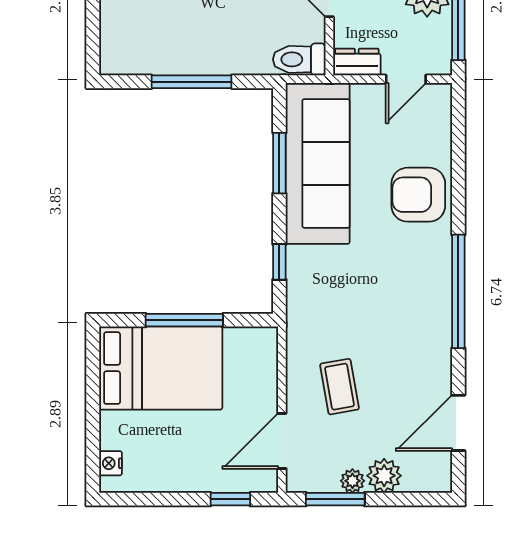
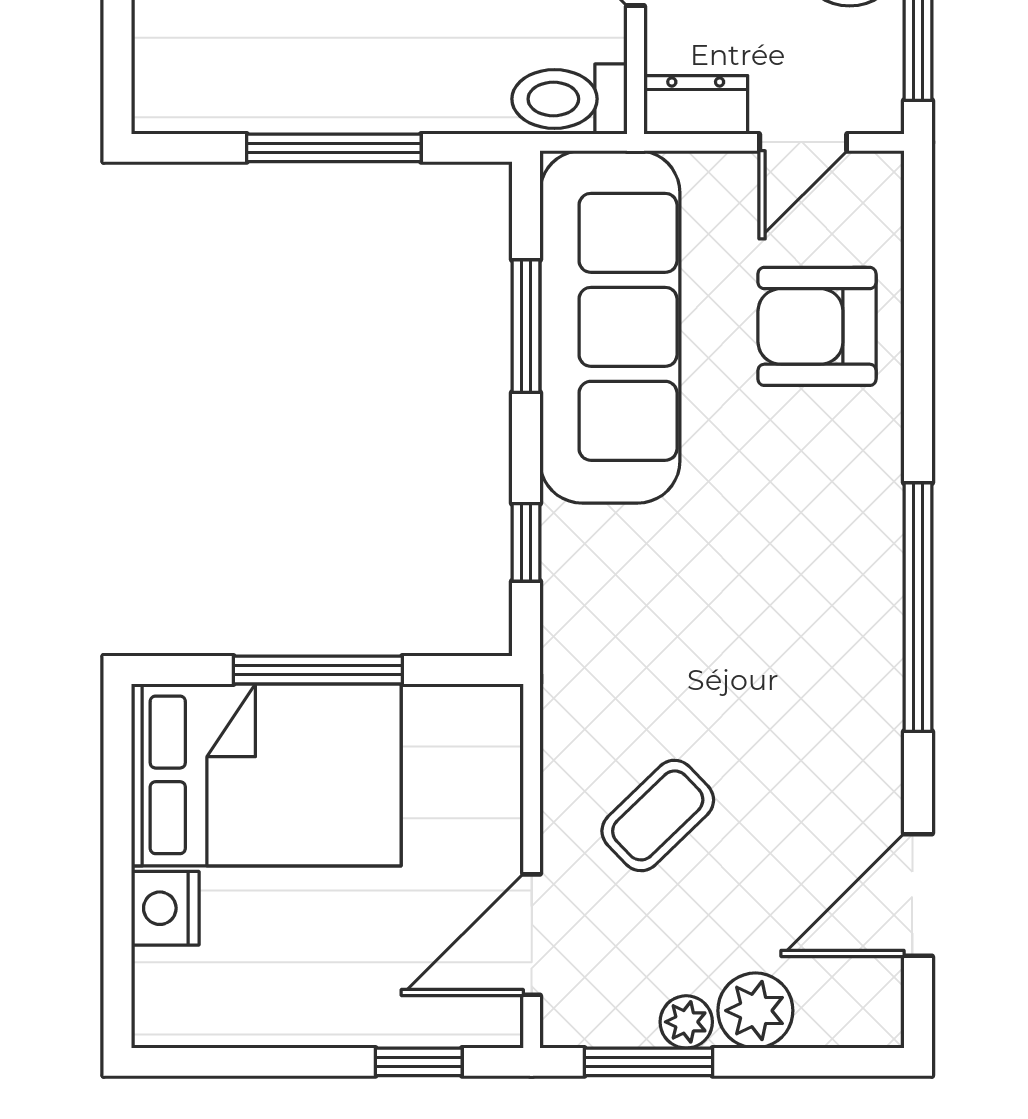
armchair: (418, 195) -> (817, 326), moved
coffee table: (339, 387) -> (658, 815), turned 56
nightstand: (111, 463) -> (165, 908), moved, width x1.39, depth x1.35

